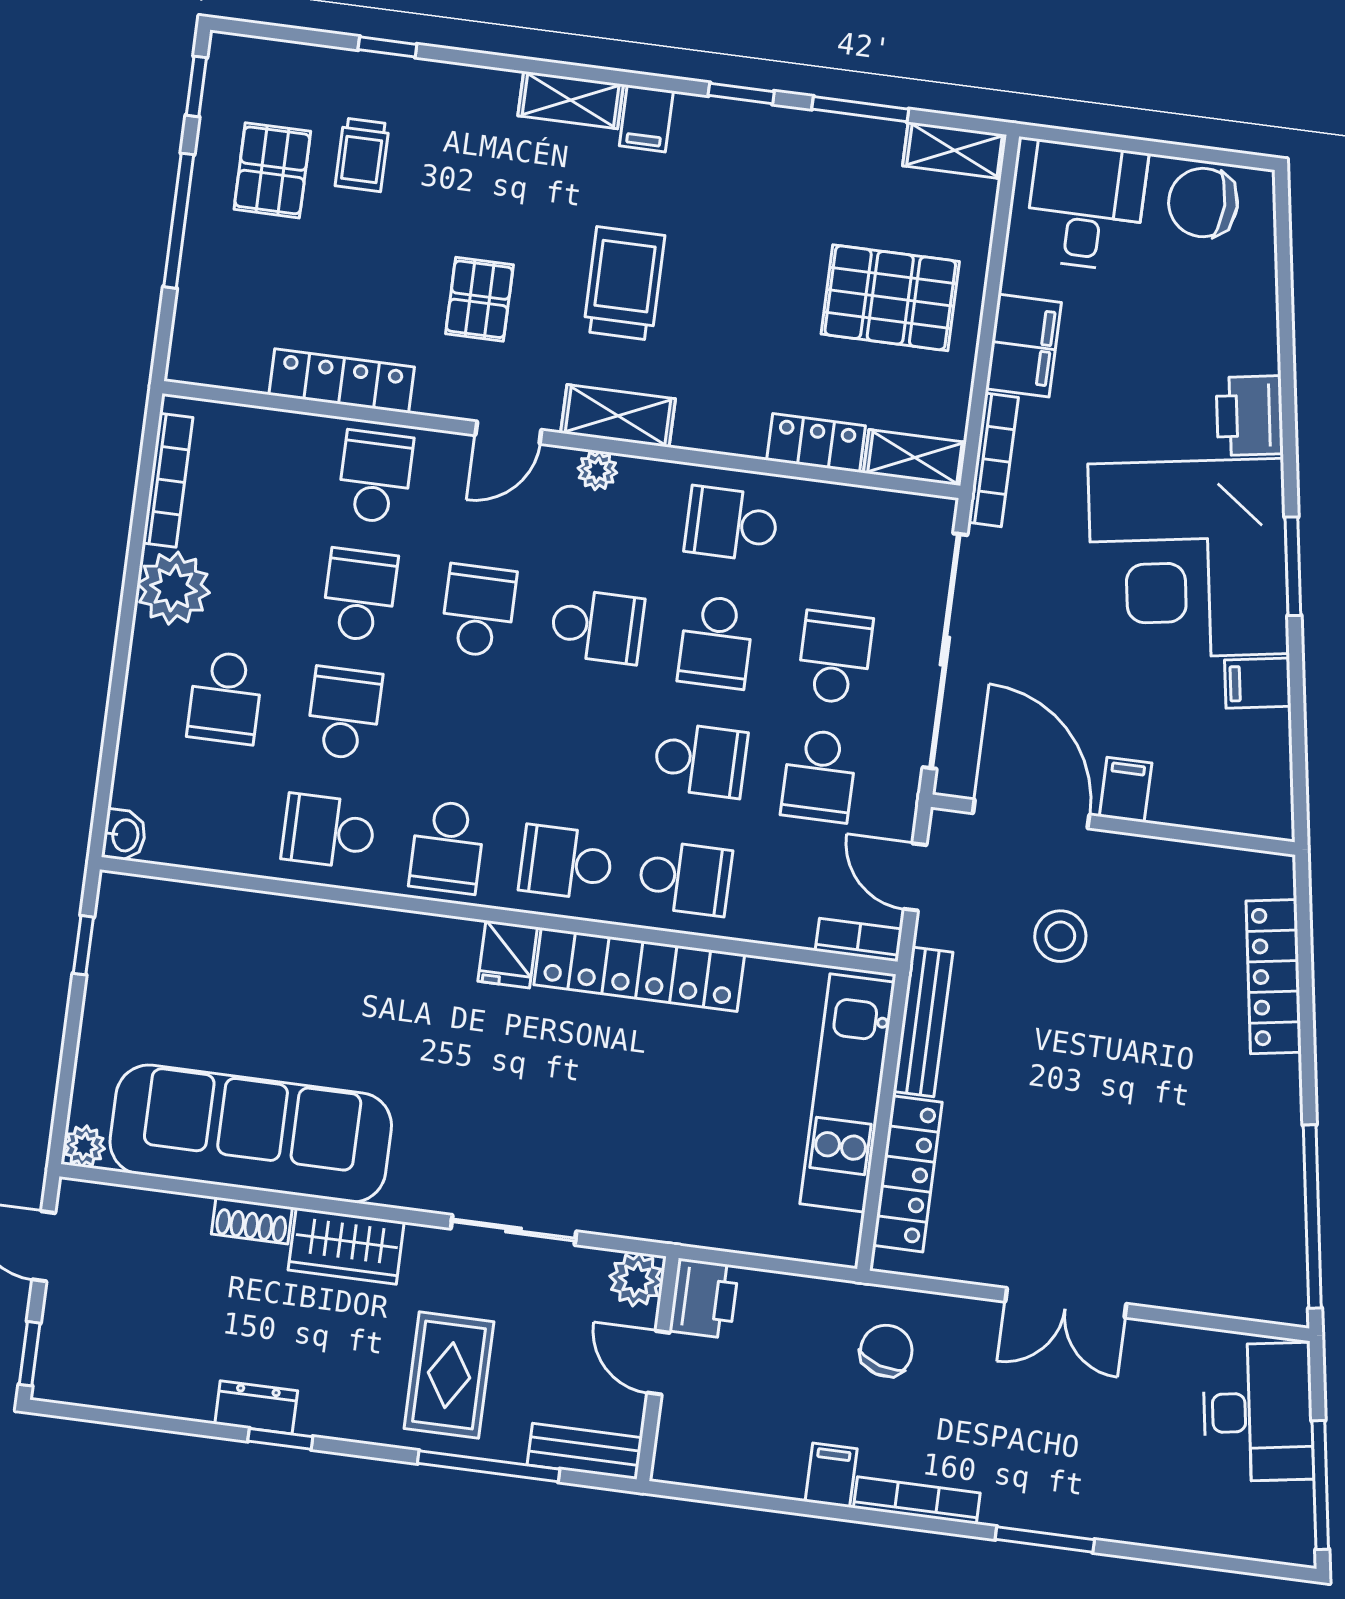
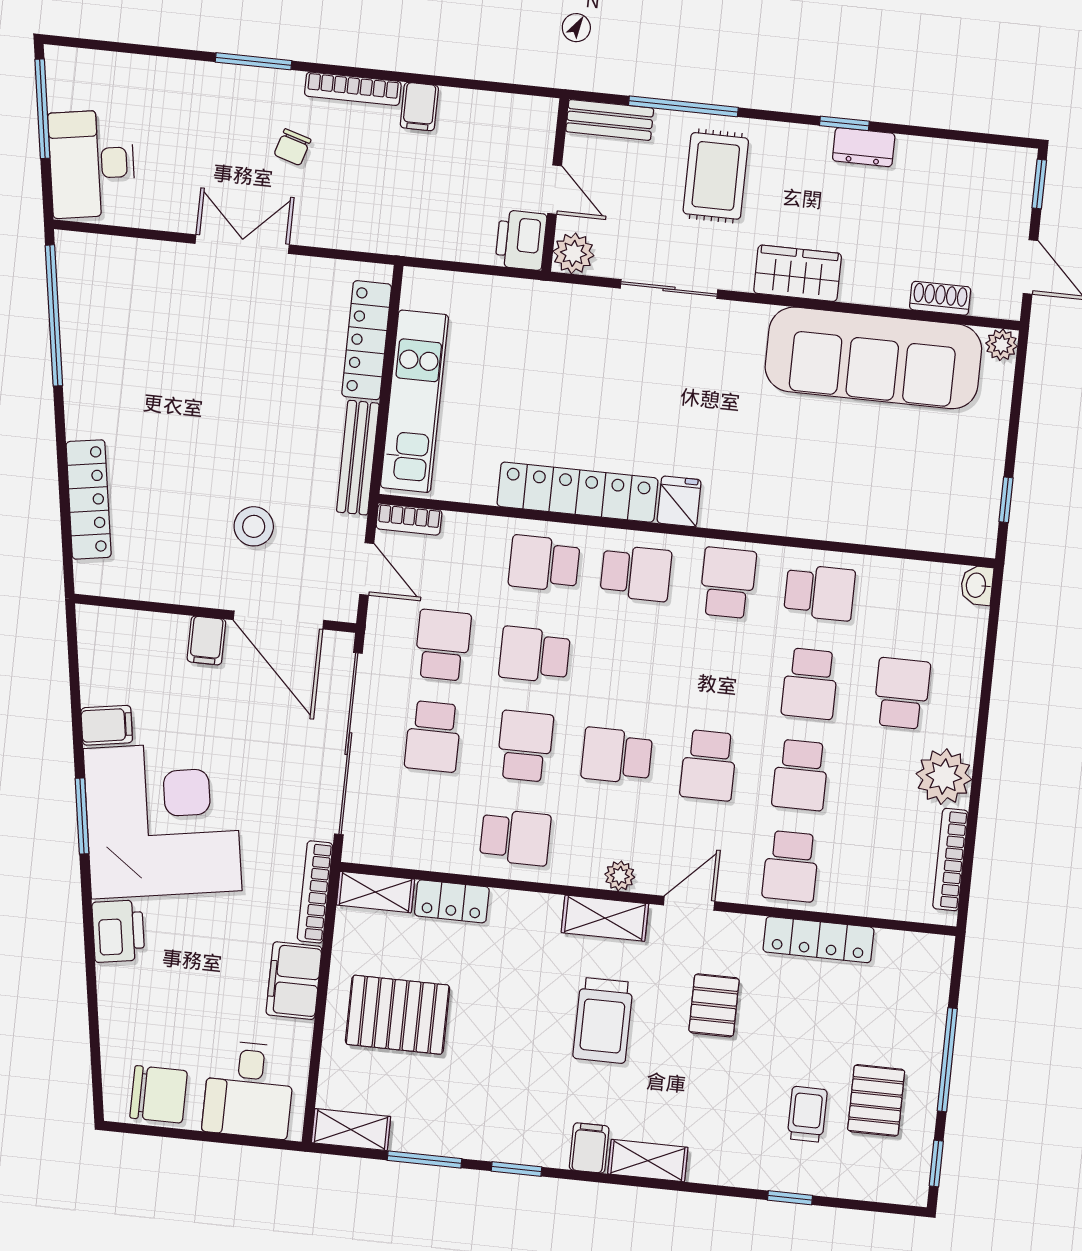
shoe rack: (252, 1221) -> (940, 298), moved
chair: (886, 1351) -> (292, 147), moved, width x0.73, depth x0.73

